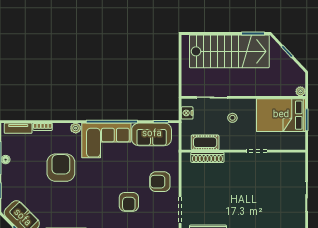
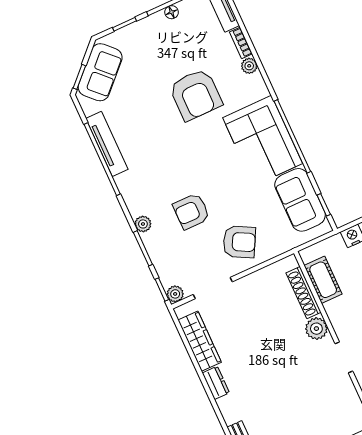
plant: (76, 128) -> (249, 66), moved
plant: (232, 160) -> (316, 329), added
armchair: (61, 168) -> (196, 95), turned 90
armchair: (160, 182) -> (239, 242), turned 118

